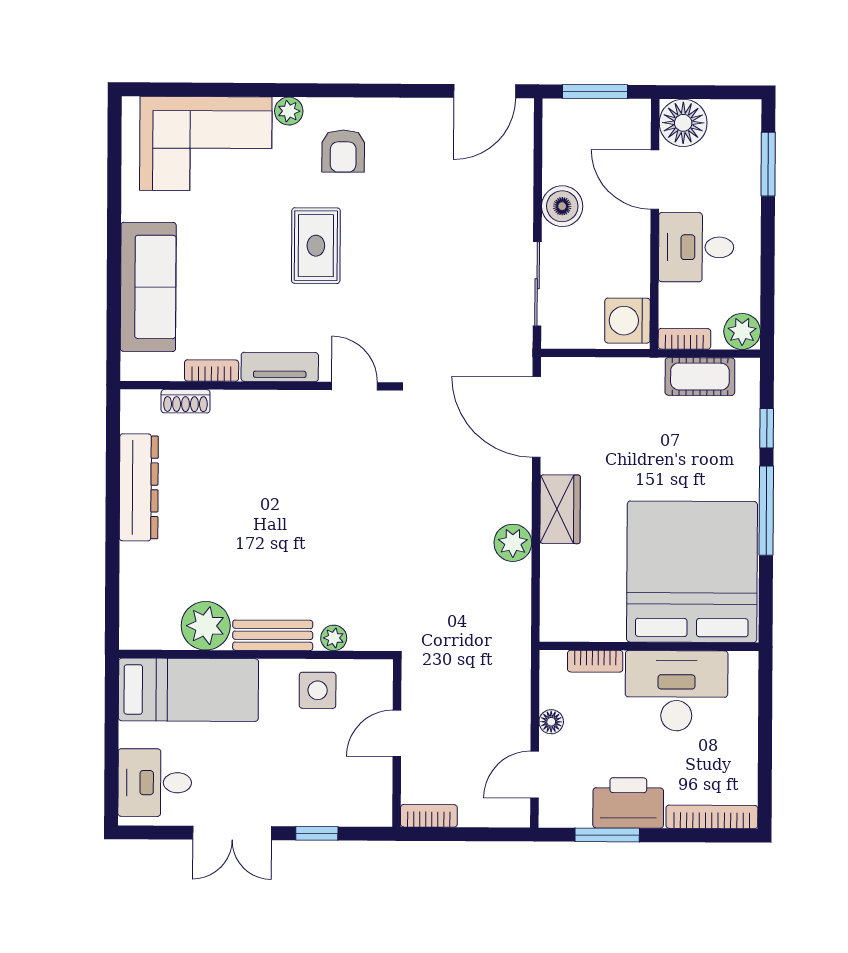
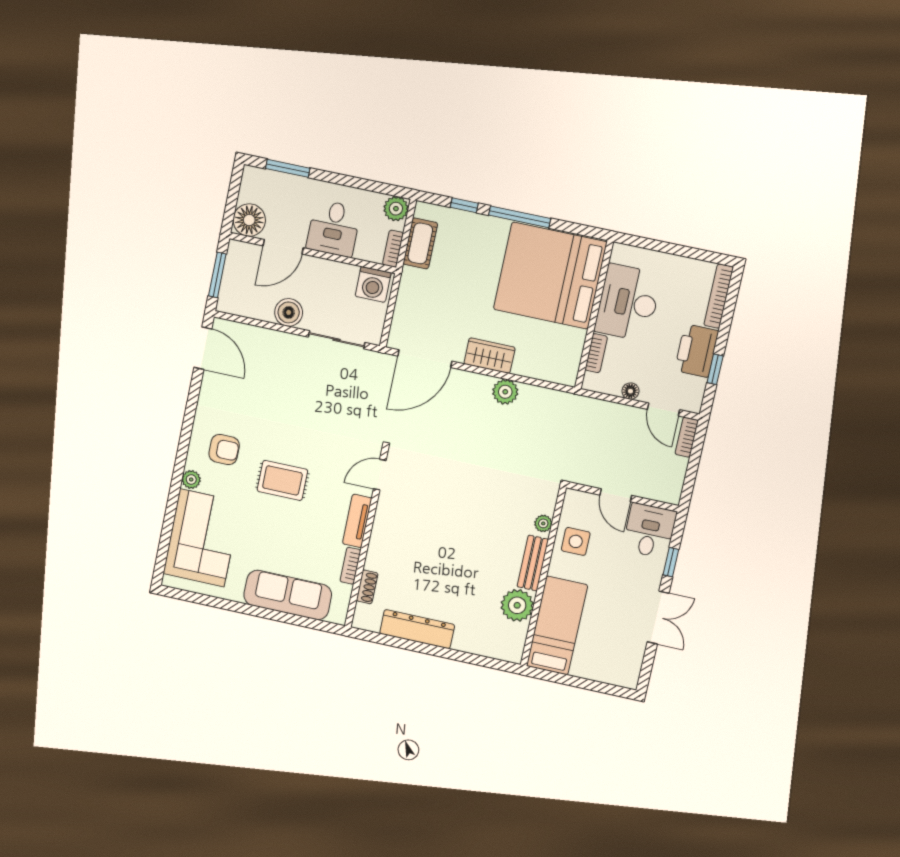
desk: (155, 783) -> (649, 531), moved, turned 180
bookcase: (429, 816) -> (687, 437), moved
window: (607, 835) -> (715, 369), width x0.67

